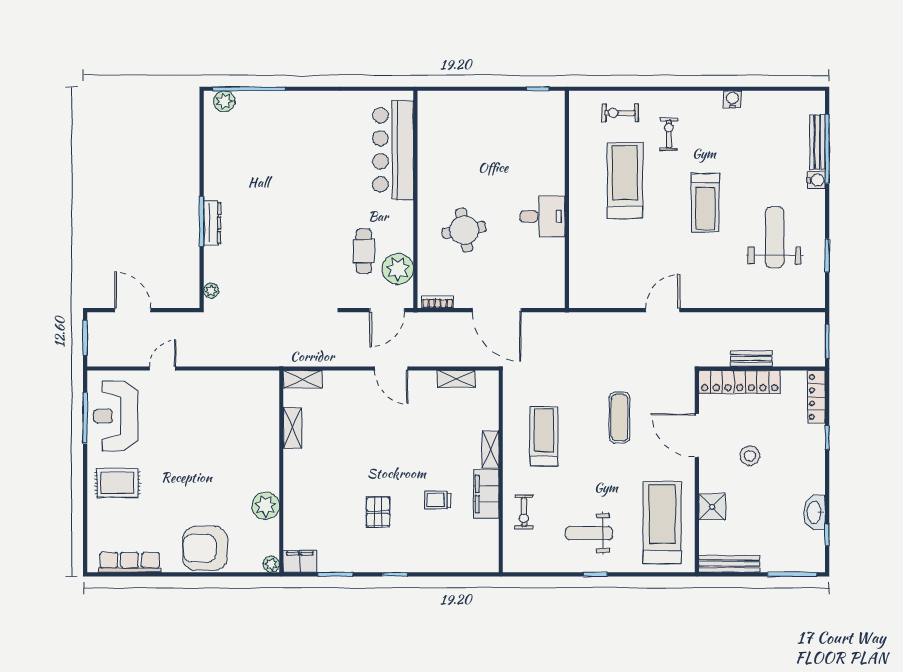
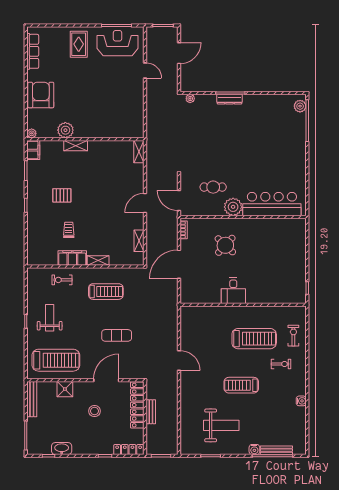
round table: (464, 230) -> (225, 245), turned -37
plant: (398, 269) -> (233, 207), moved
shelving: (292, 428) -> (76, 146), moved

